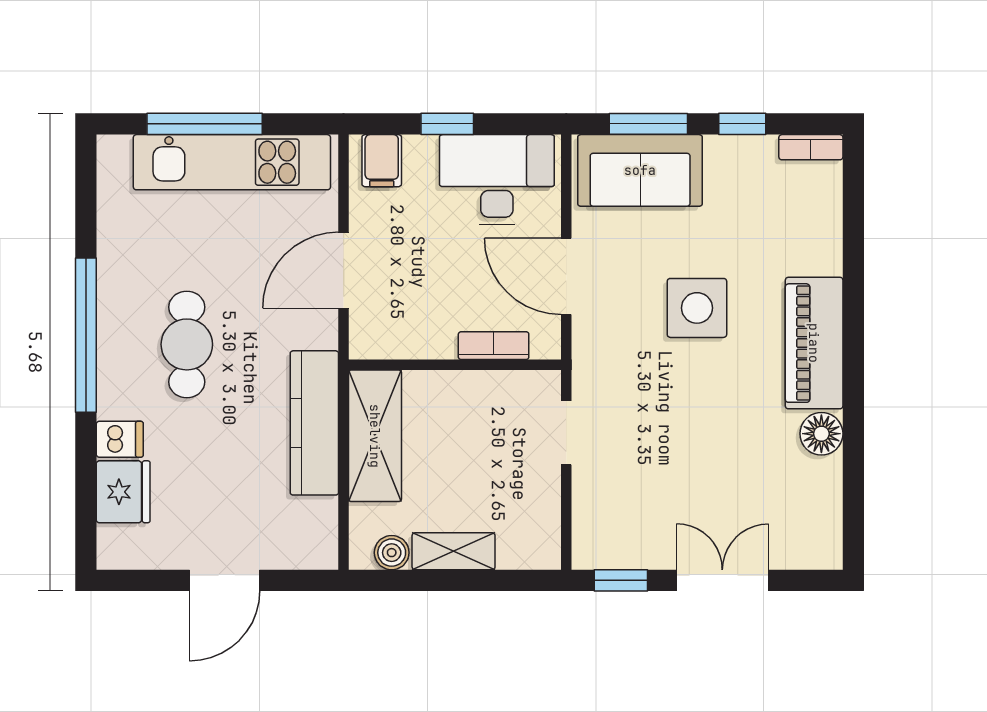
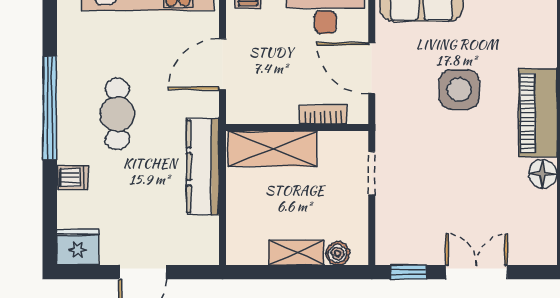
shelving: (375, 436) -> (272, 149), moved, turned 90
fridge: (123, 492) -> (78, 247), moved, turned -90
boiler: (392, 553) -> (338, 253), moved

